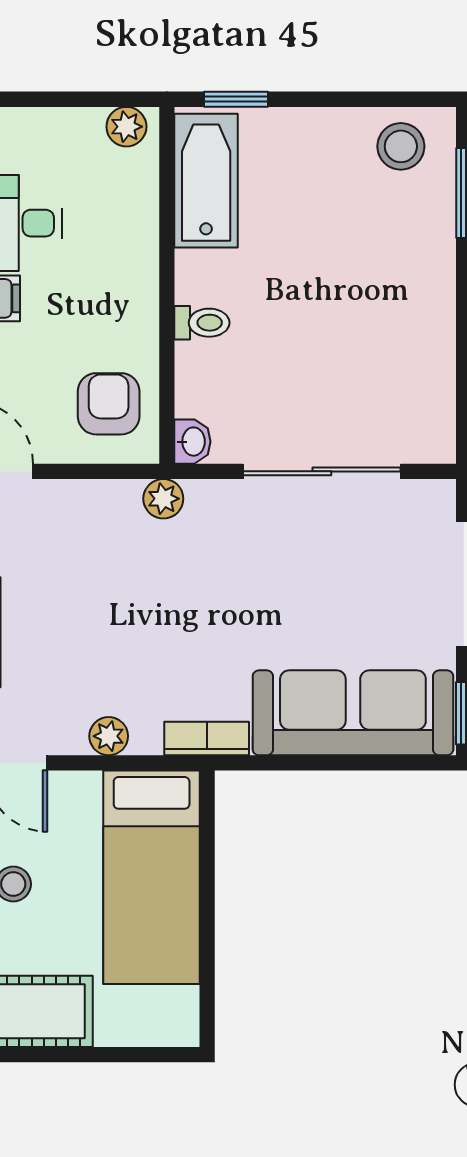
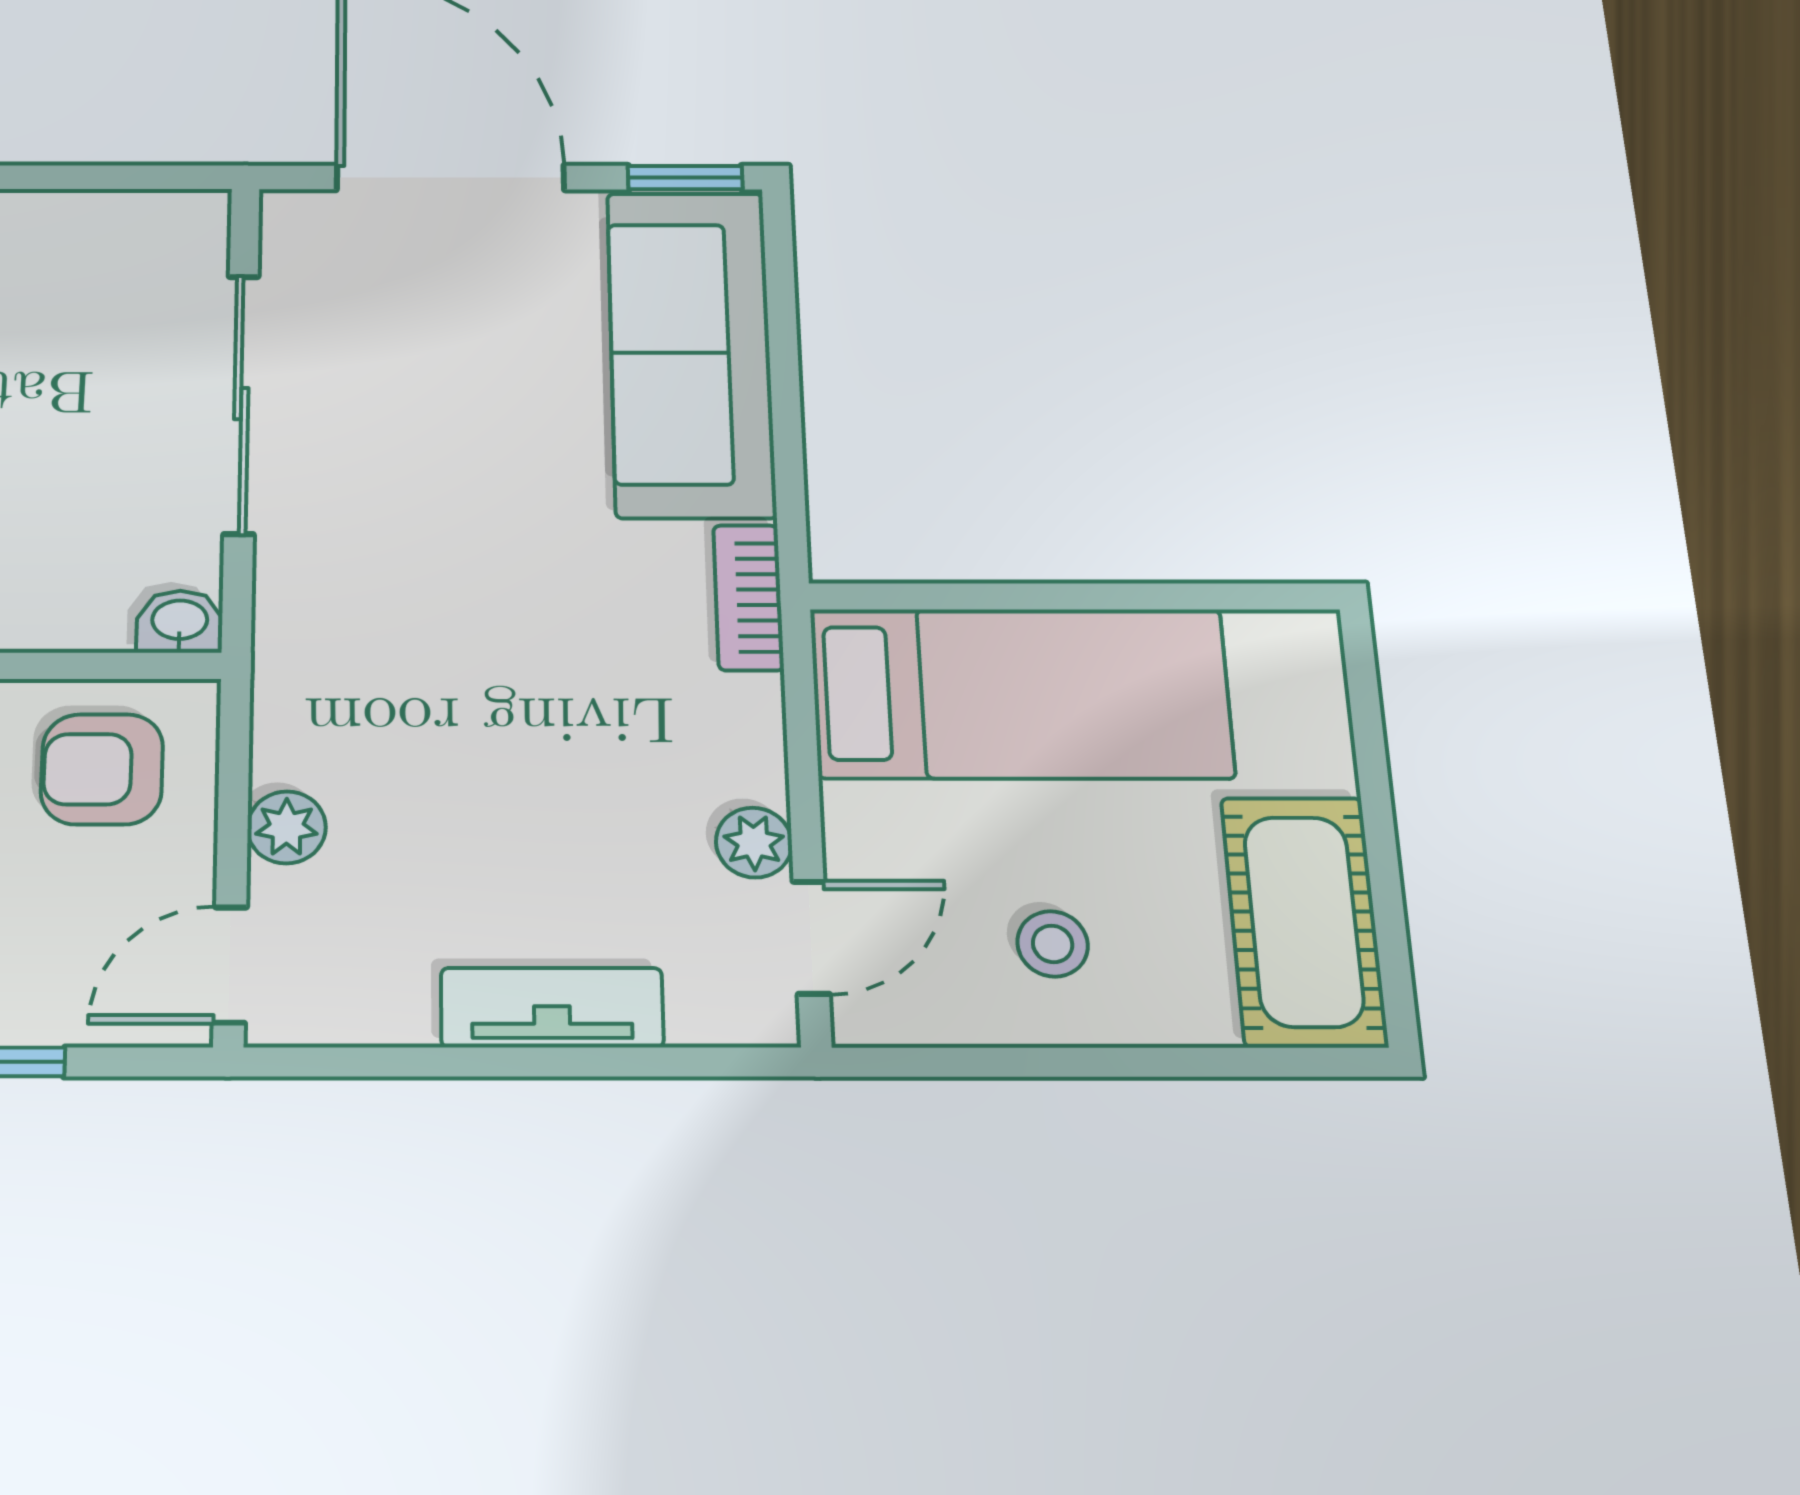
plant: (163, 499) -> (287, 827), moved
plant: (109, 736) -> (754, 843), moved

